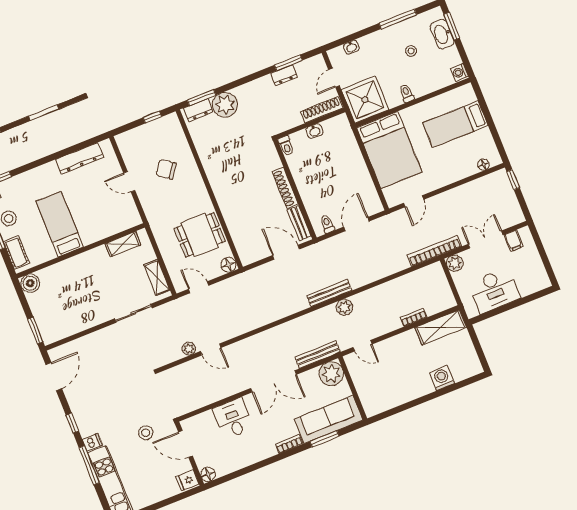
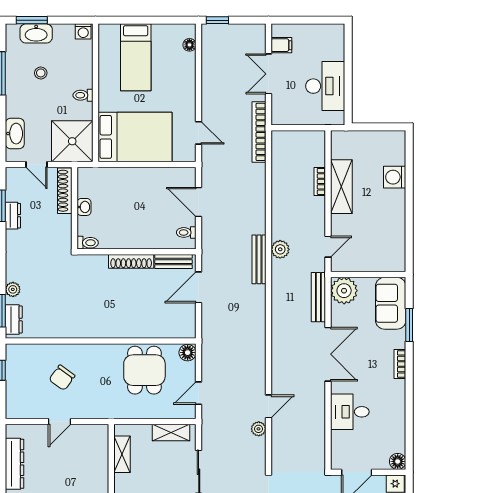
washbasin: (351, 47) -> (15, 134), width x1.91, depth x1.45
plant: (225, 105) -> (13, 289), width x0.53, depth x0.53
plant: (455, 263) -> (280, 116), removed
shelving: (441, 327) -> (341, 187), moved
sofa: (329, 419) -> (391, 303), width x0.73

